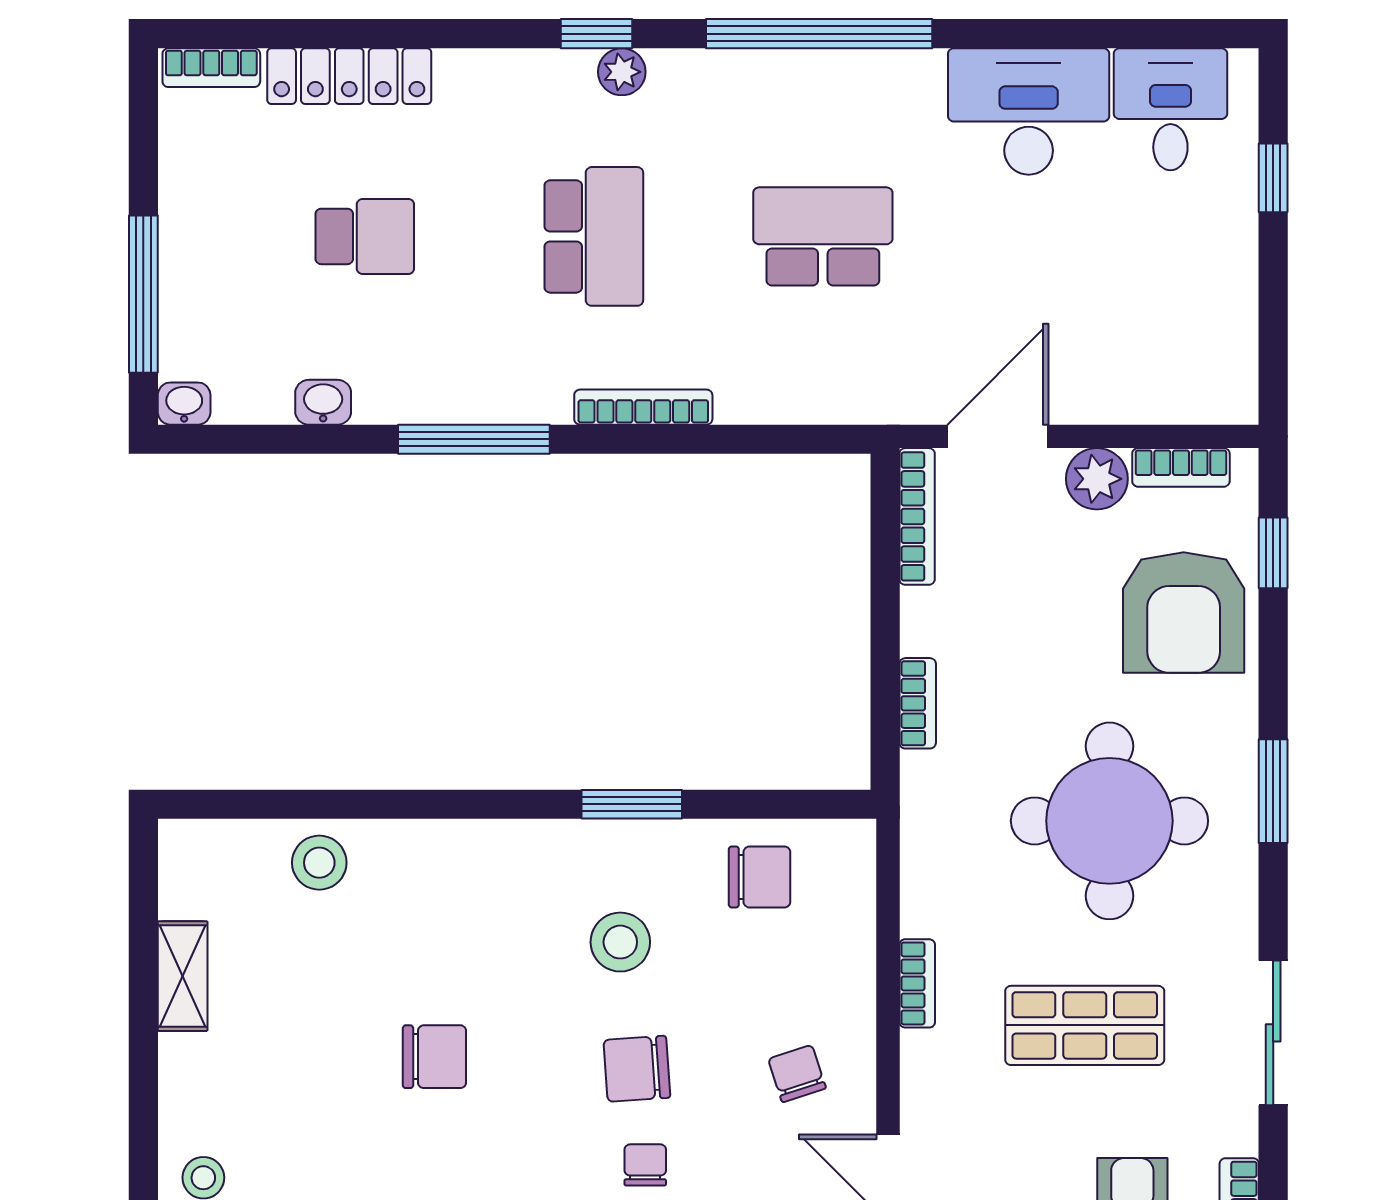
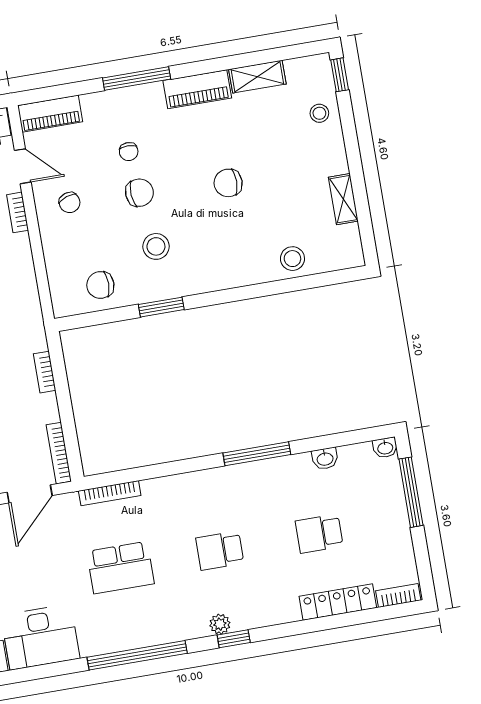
school desk: (594, 236) -> (220, 551), width x0.54
bookcase: (643, 407) -> (110, 493), moved
bookcase: (917, 983) -> (18, 212), moved

